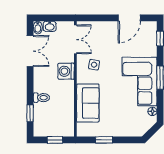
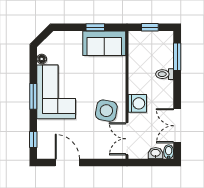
door: (129, 18) -> (67, 163), hinge flipped
side table: (94, 65) -> (106, 111), width x1.87, depth x1.87
sofa: (88, 103) -> (104, 43), moved, turned -90
window: (30, 113) -> (177, 57), width x1.50

